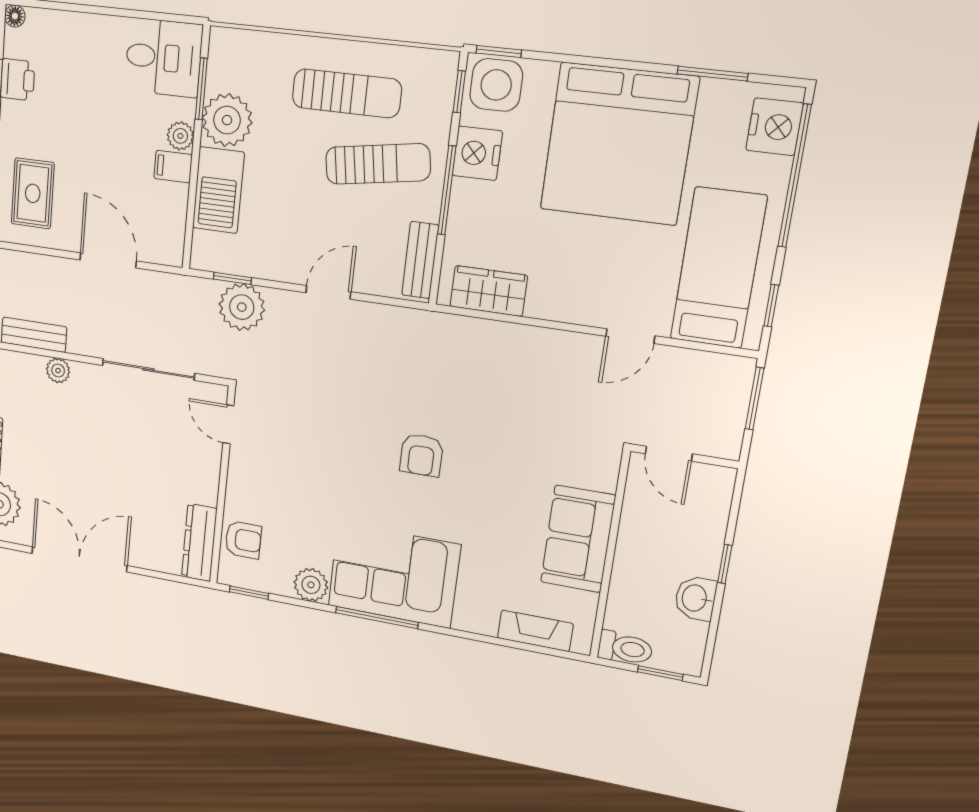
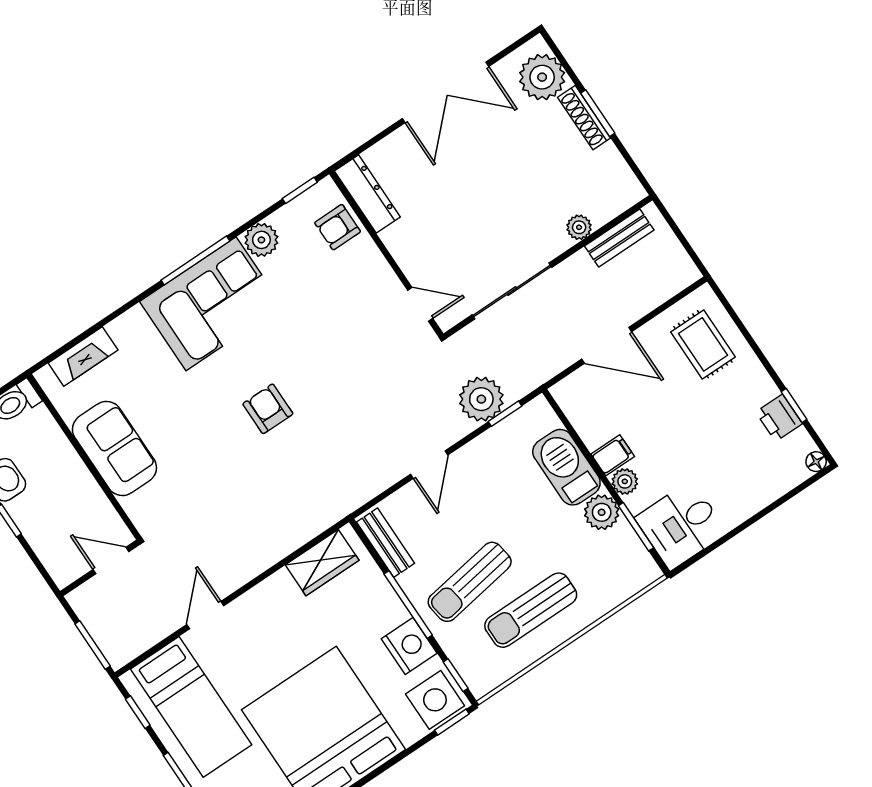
plant: (227, 120) -> (602, 512), width x0.73, depth x0.73

